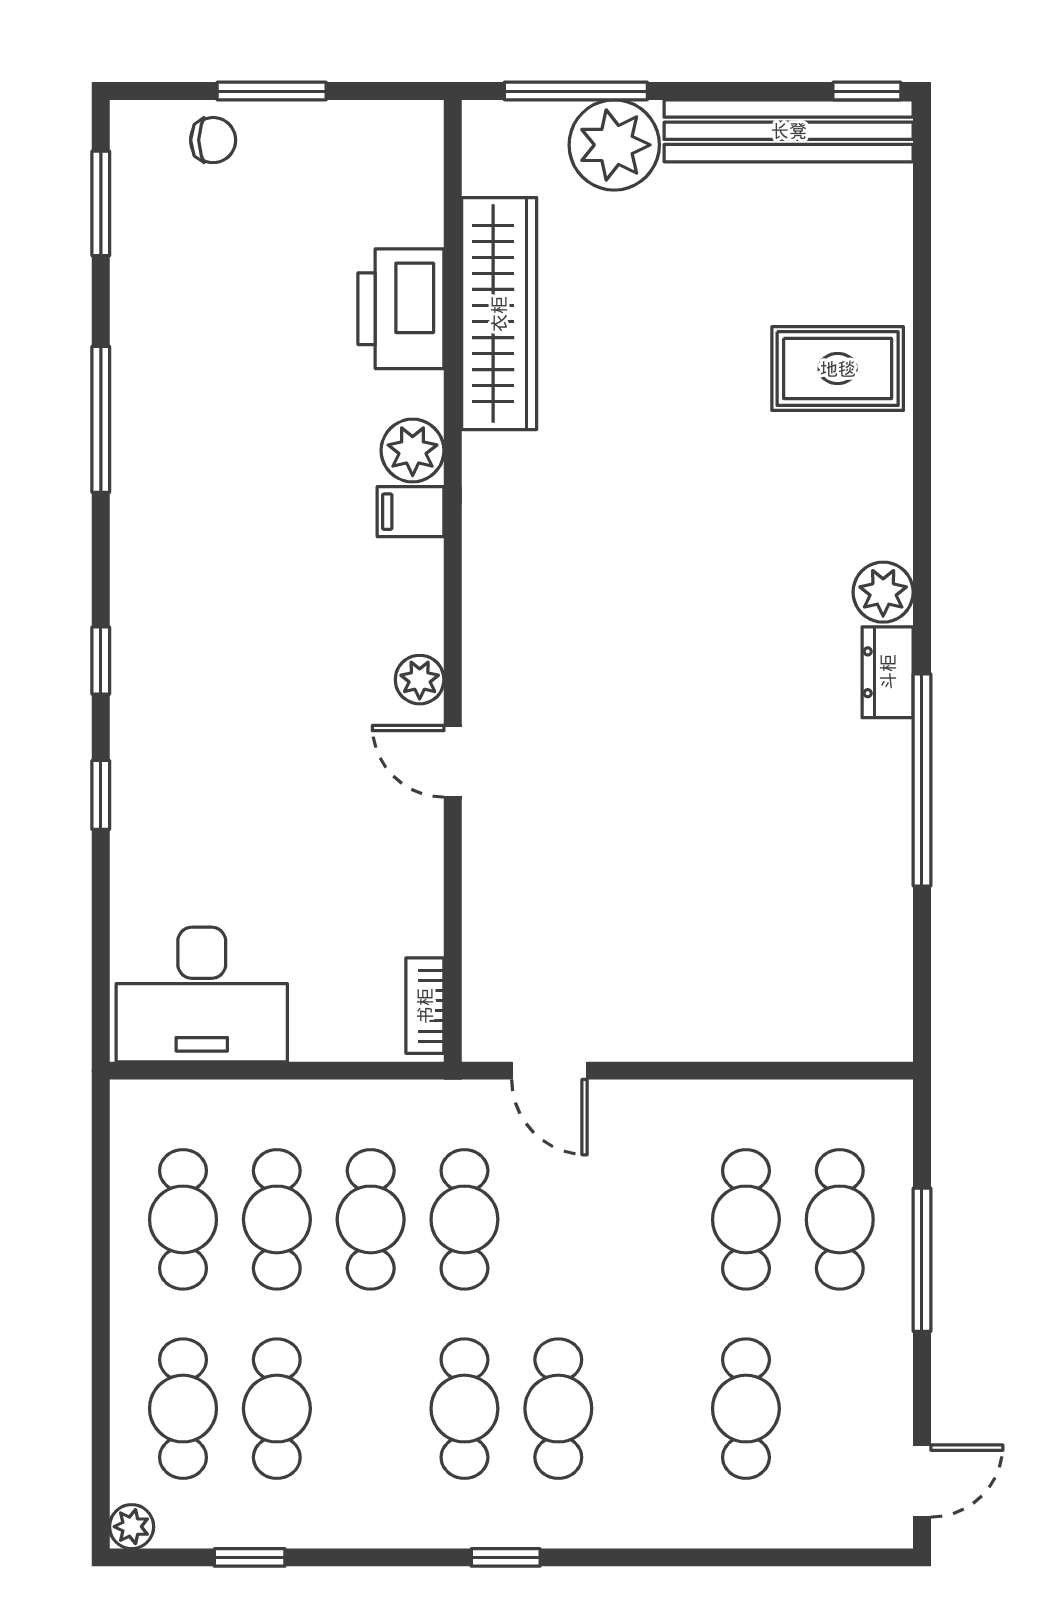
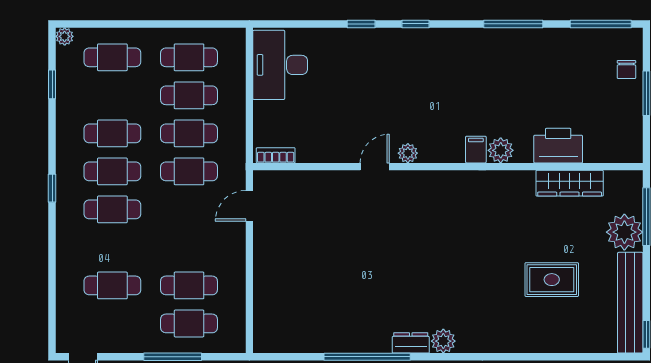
window: (101, 203) -> (601, 24), width x1.44
wardrobe: (499, 314) -> (570, 183), width x0.71, depth x0.85
rug: (838, 369) -> (552, 280), moved, turned 90
cafe table: (277, 1409) -> (112, 133), moved

